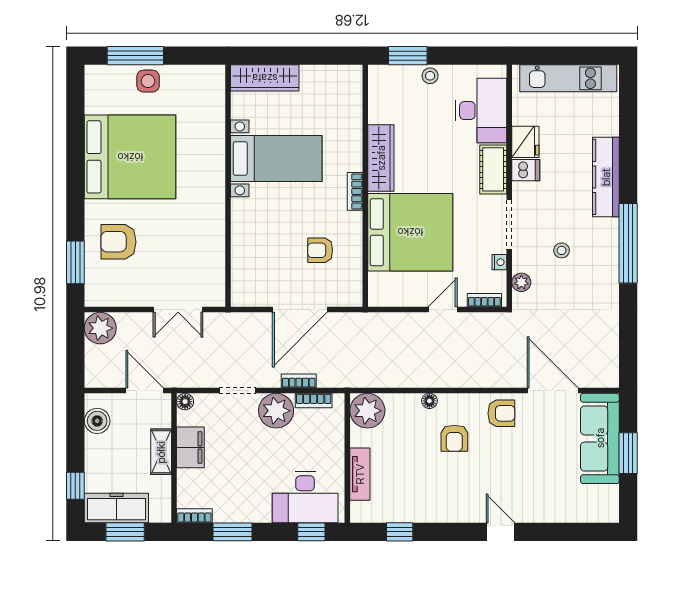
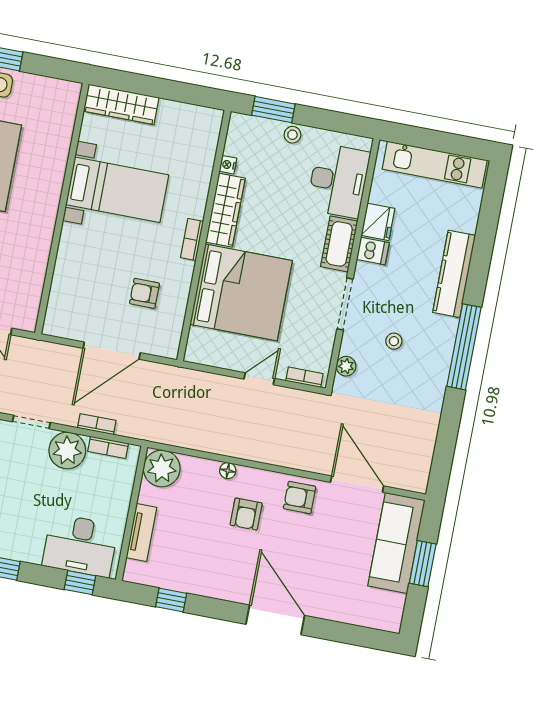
nightstand: (499, 262) -> (228, 165), moved, turned 180
armchair: (501, 413) -> (300, 498), turned 180
door: (500, 532) -> (275, 620), width x1.87

